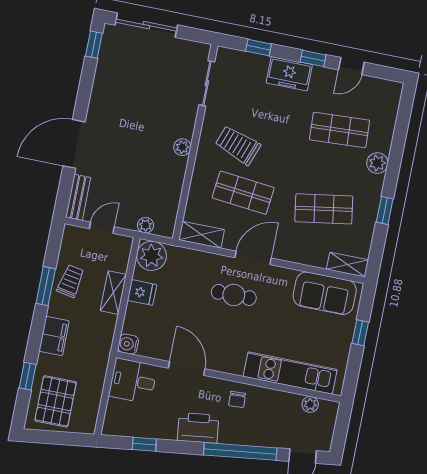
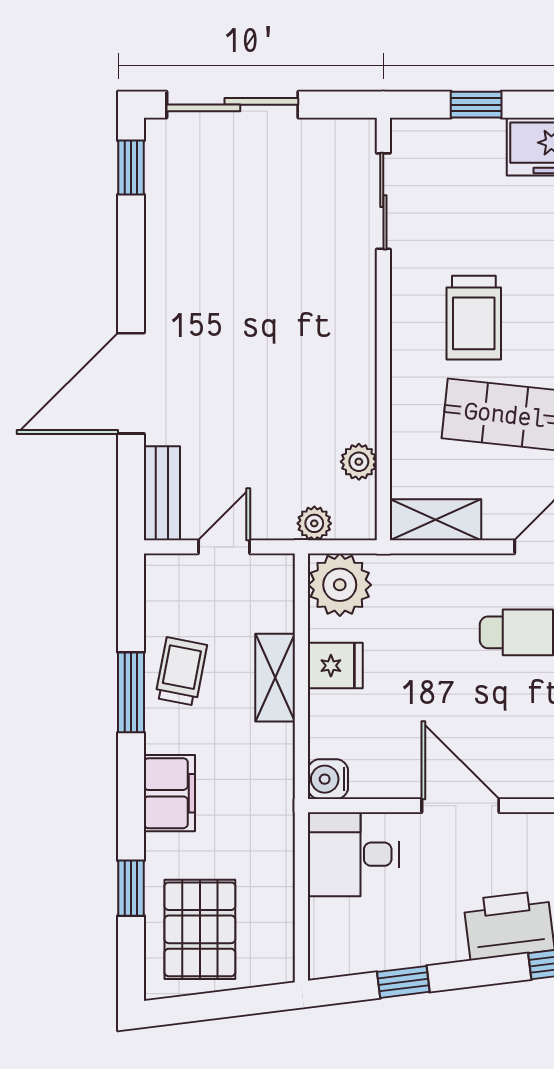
trolley: (238, 145) -> (474, 318), turned -110
plant: (182, 147) -> (359, 462), moved

